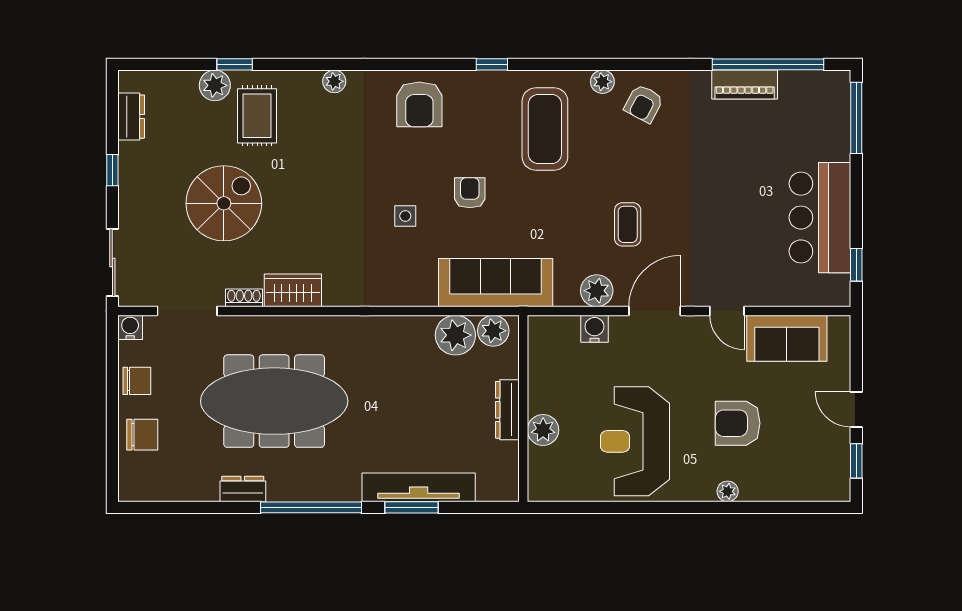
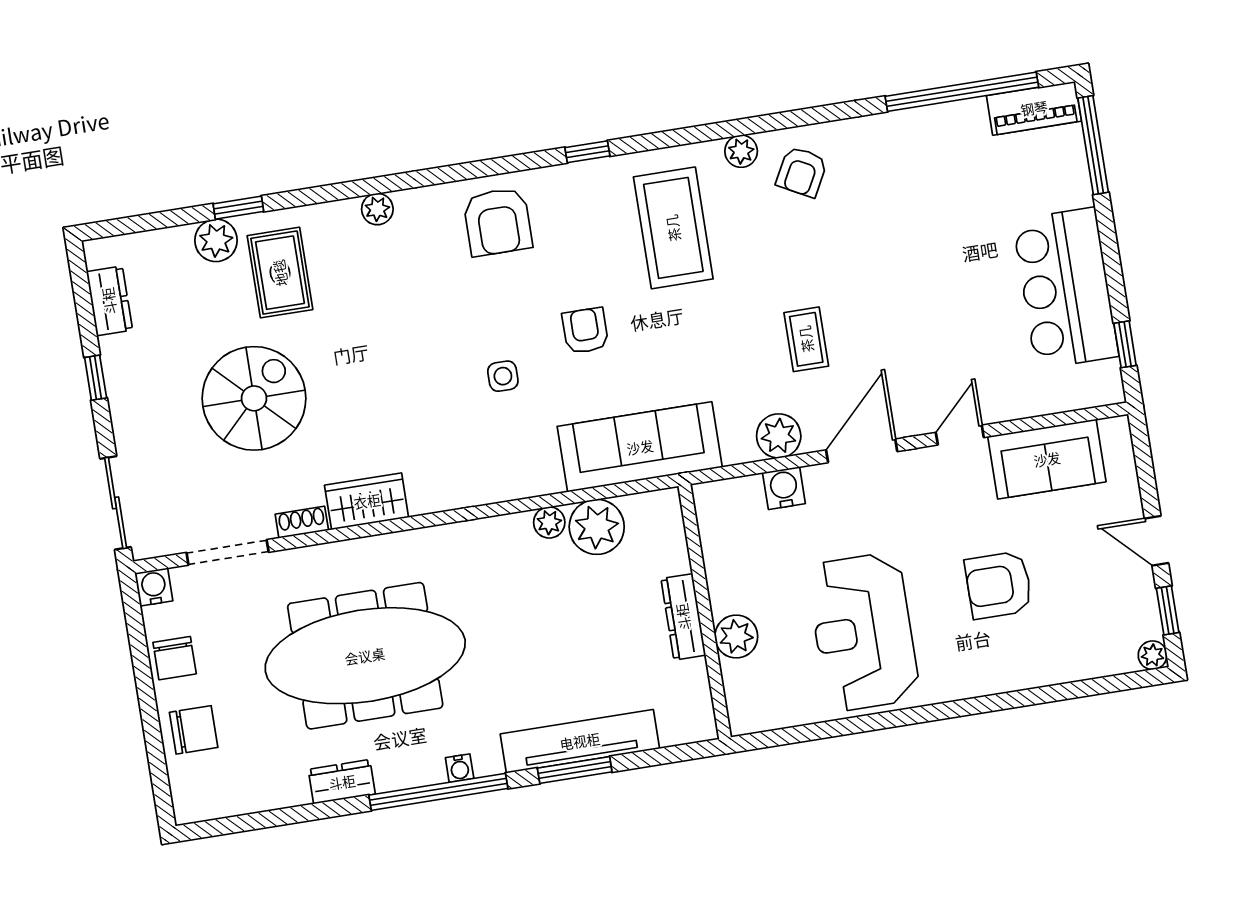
piano: (745, 85) -> (1034, 108), moved
door: (727, 311) -> (960, 435), swing flipped
plant: (493, 331) -> (549, 522), moved, width x0.73, depth x0.73
chair: (137, 381) -> (175, 658), turned 90
plant: (728, 491) -> (1153, 655), moved
water cooler: (329, 493) -> (460, 768), added

